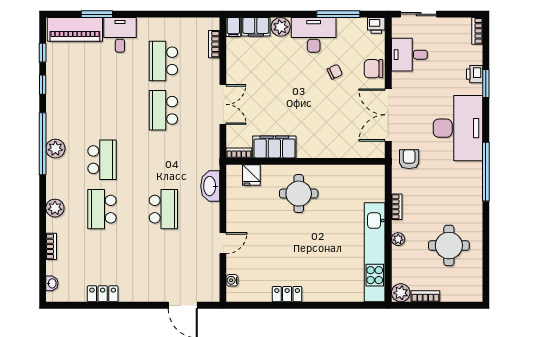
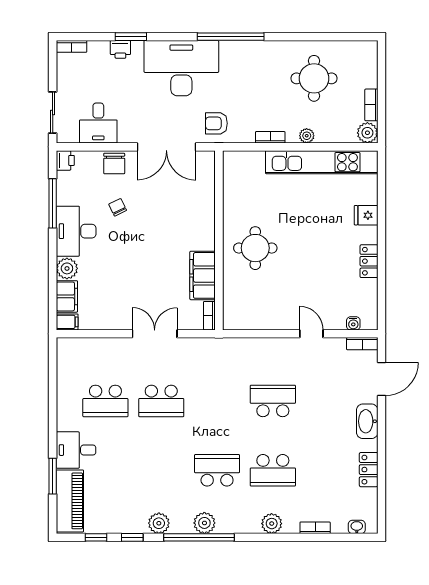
bookcase: (214, 44) -> (362, 344), moved
plant: (55, 108) -> (159, 523), added
fridge: (251, 175) -> (366, 215), moved, turned 180
washbasin: (210, 186) -> (367, 421), moved, turned 90

